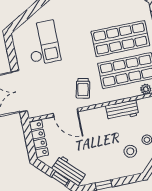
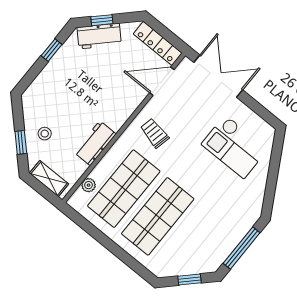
door: (66, 113) -> (162, 81), moved
stool: (130, 151) -> (52, 108), removed

